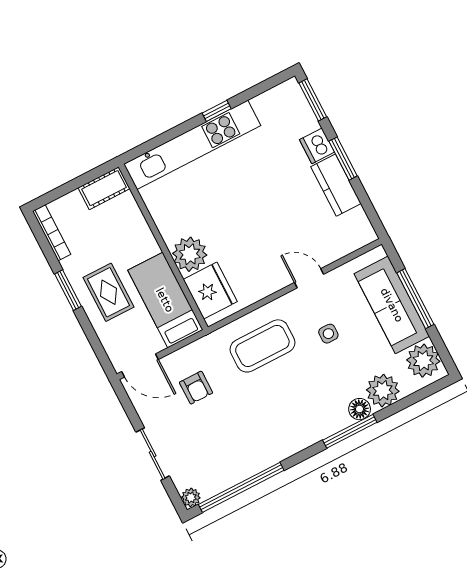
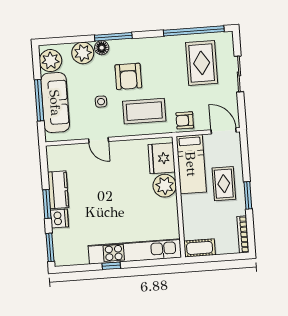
armchair: (305, 385) -> (128, 76), added
armchair: (196, 388) -> (185, 120), moved, turned -90
rug: (211, 447) -> (202, 63), added
plant: (191, 497) -> (227, 38), removed

